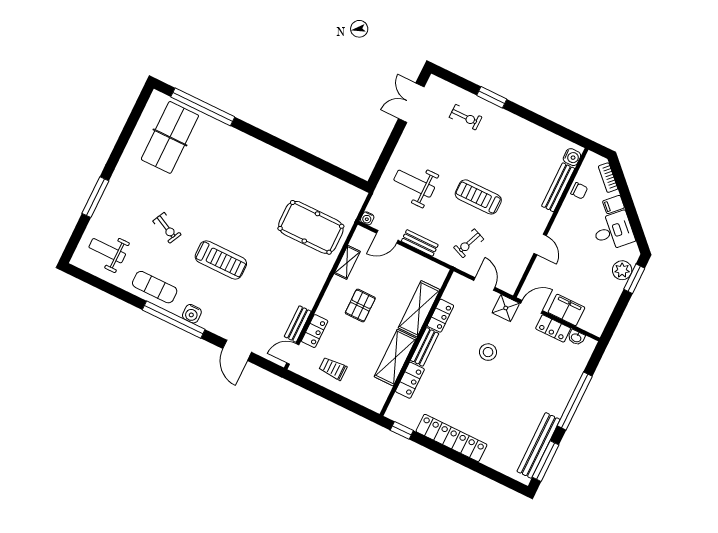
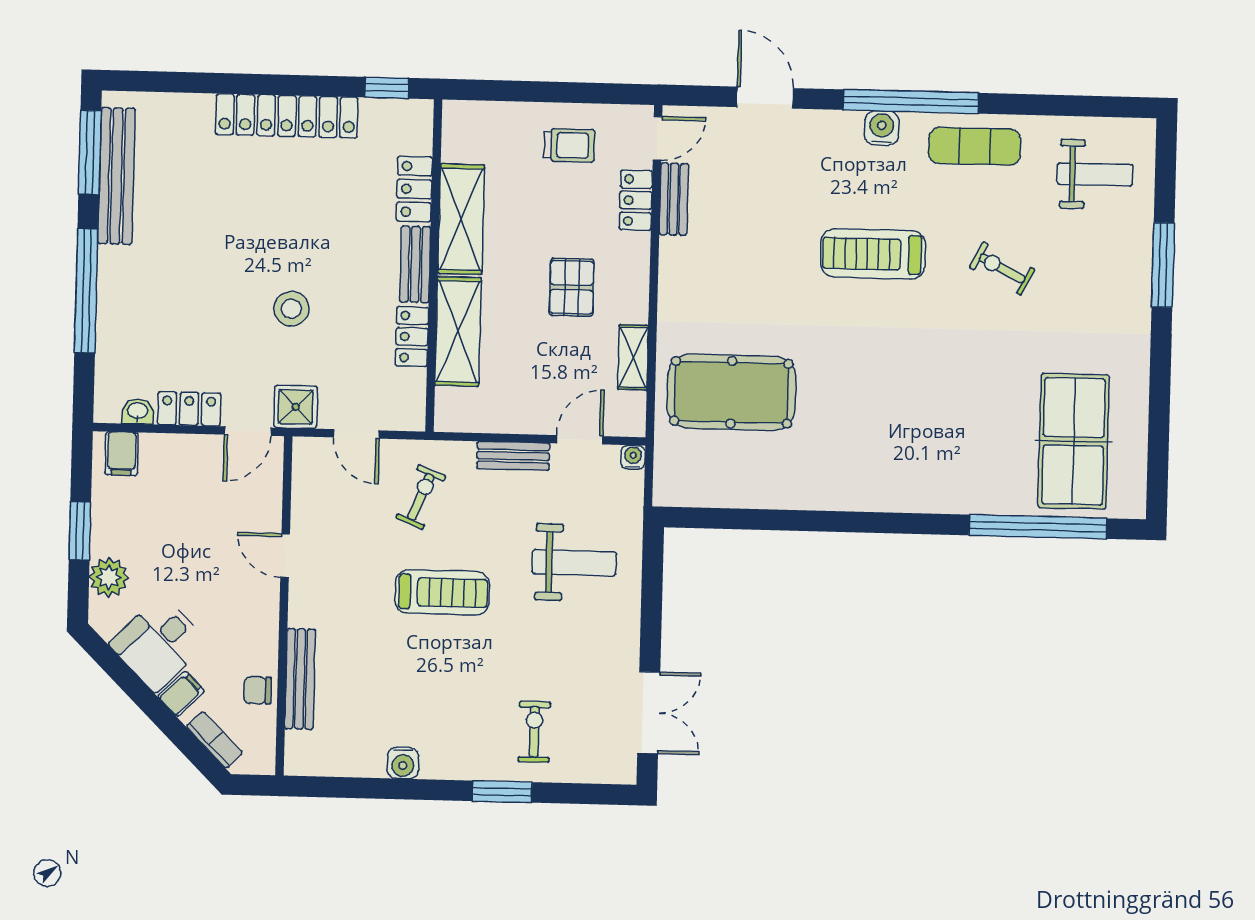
exercise bike: (466, 117) -> (534, 732), turned 90
water cooler: (572, 157) -> (403, 763), moved, turned -90
window: (634, 279) -> (80, 531), moved
filing cabinet: (566, 310) -> (122, 454), moved, width x0.50

